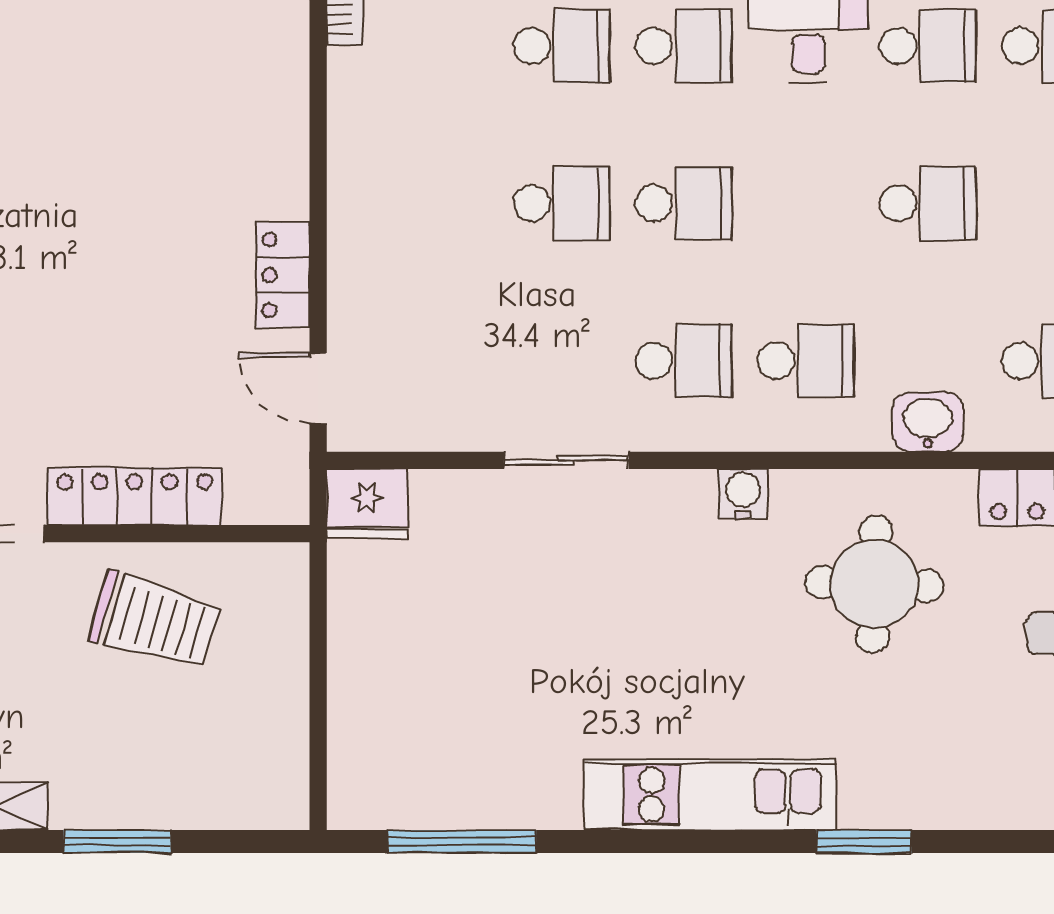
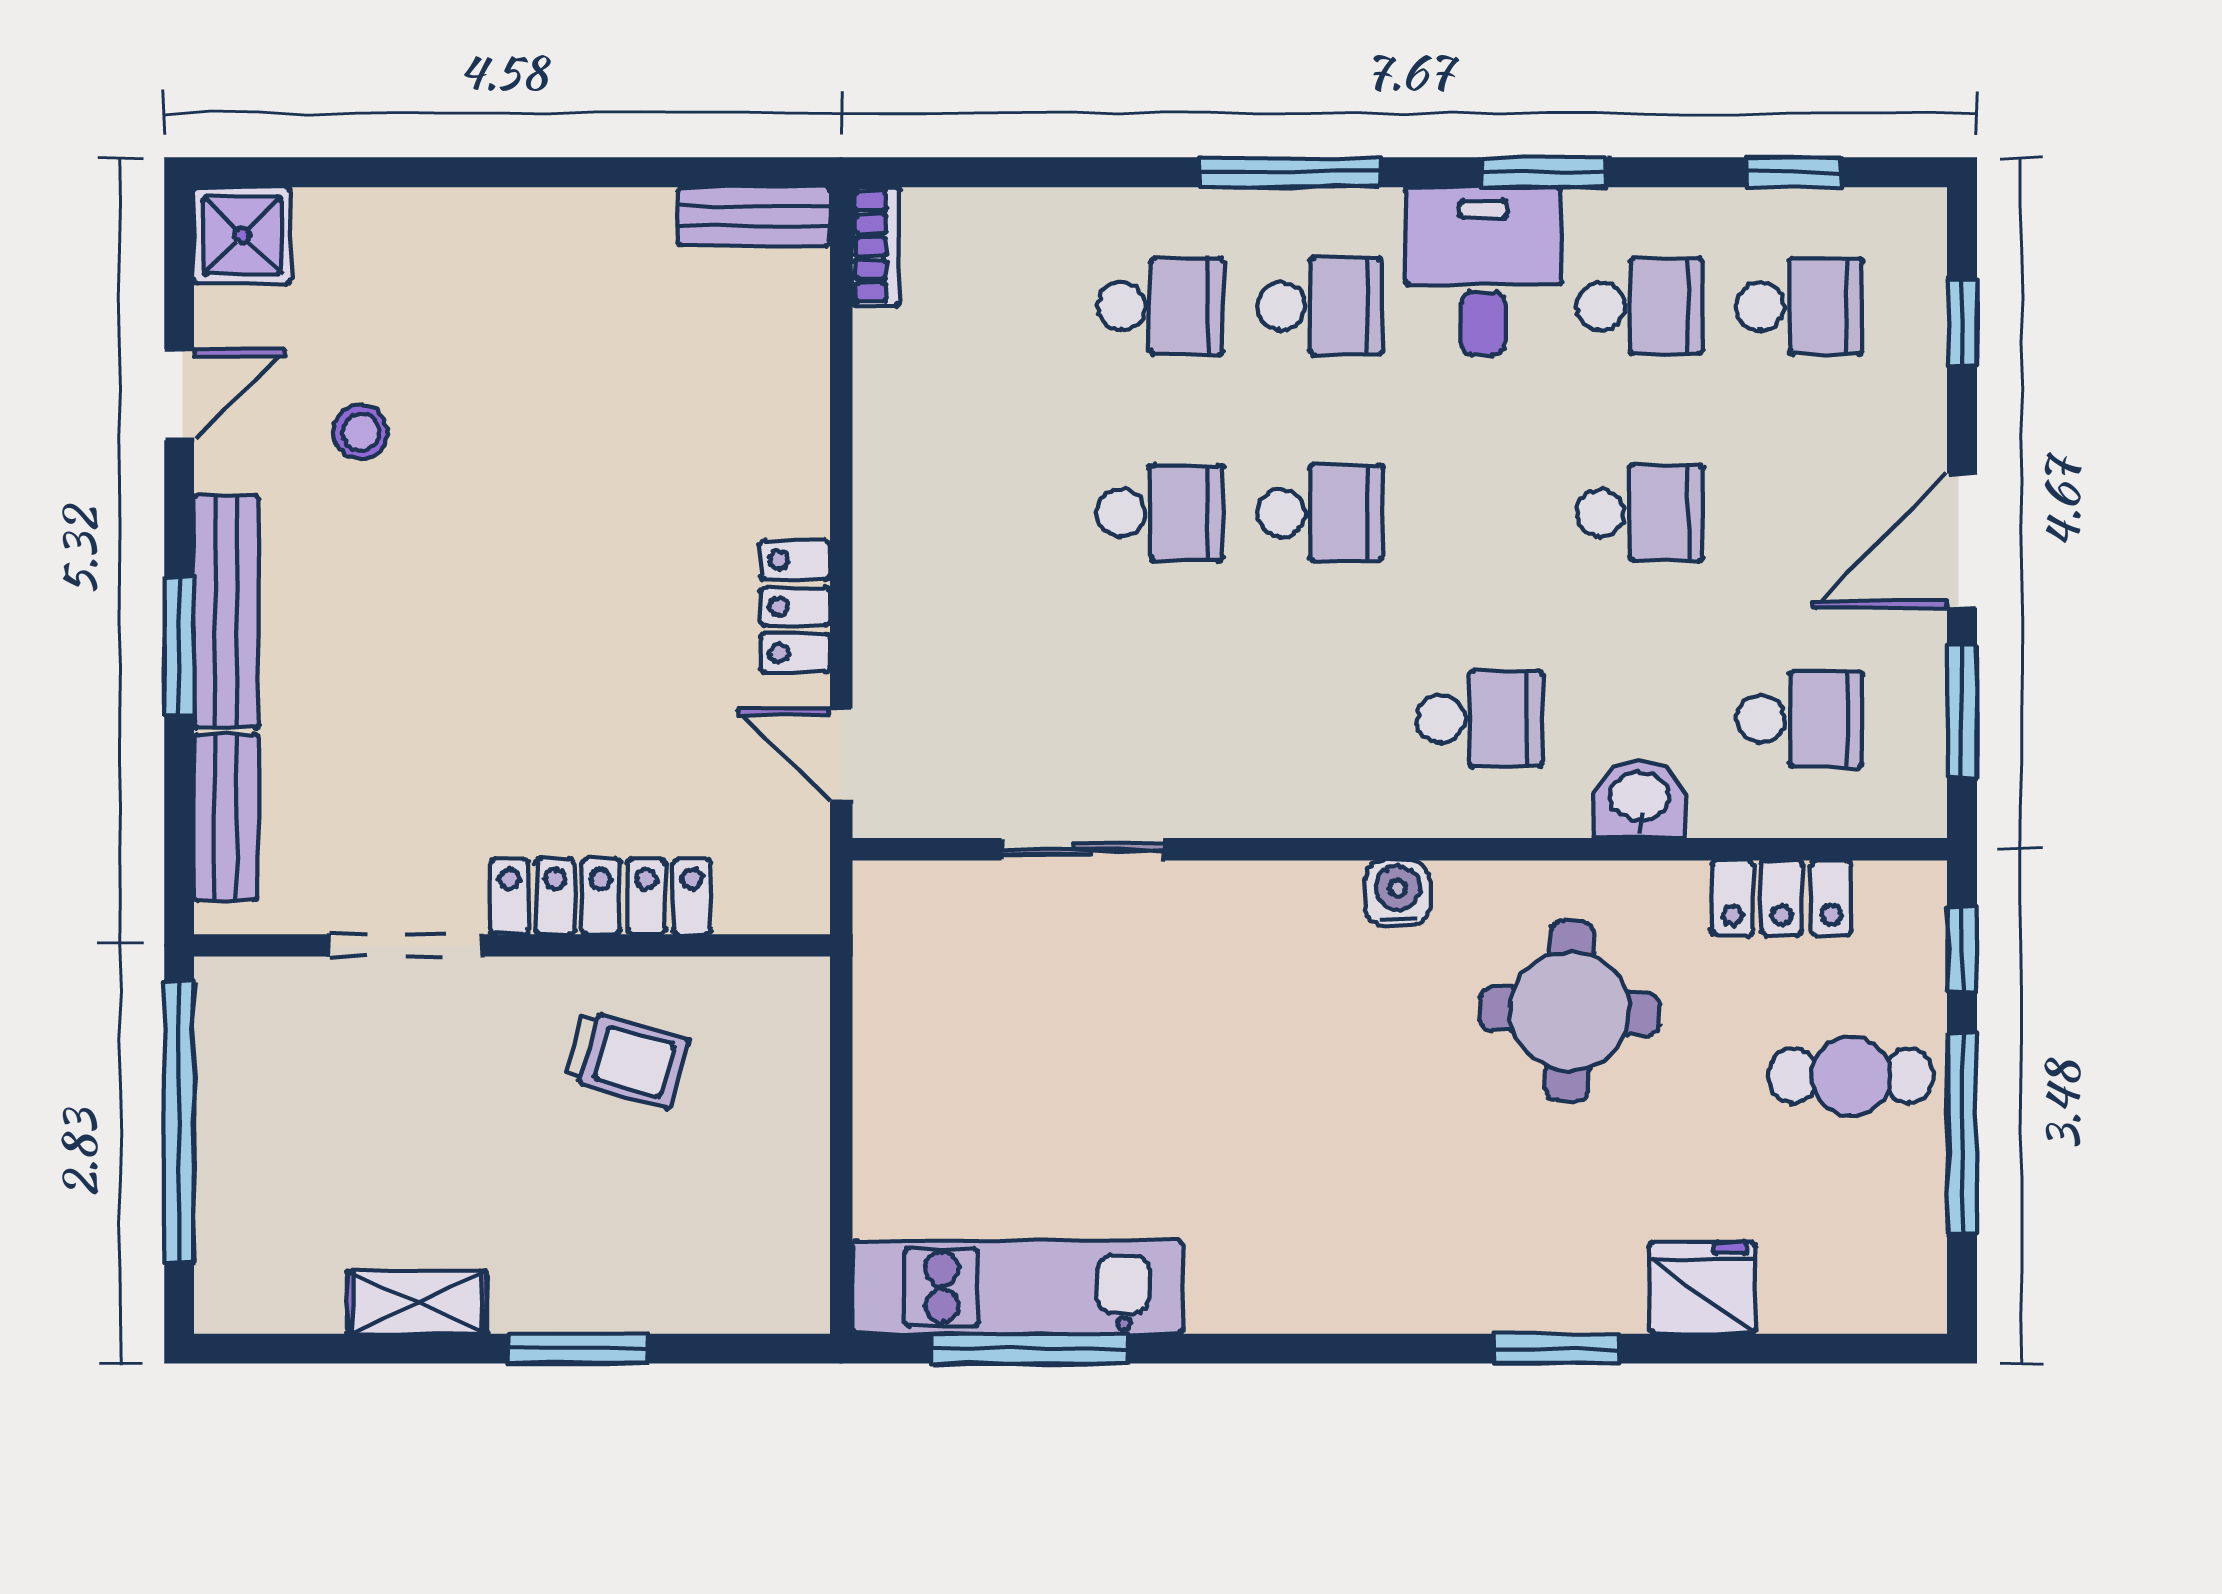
school desk: (684, 361) -> (1320, 719), removed
sliding door: (566, 460) -> (1083, 849), moved
fridge: (367, 504) -> (1703, 1288), moved, turned 180
trolley: (155, 621) -> (627, 1060), width x0.73, depth x0.72
kitchen unit: (710, 795) -> (1018, 1287), moved

